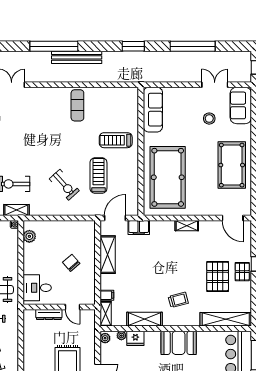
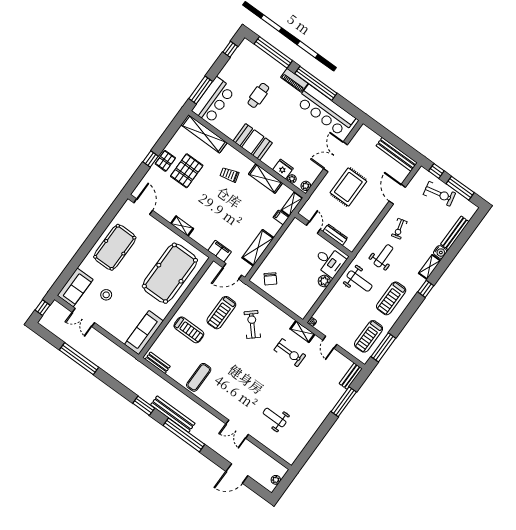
window: (133, 46) -> (144, 406), moved
bench: (122, 92) -> (158, 363), added
plant: (29, 236) -> (324, 281), moved
chair: (71, 263) -> (270, 279), moved

